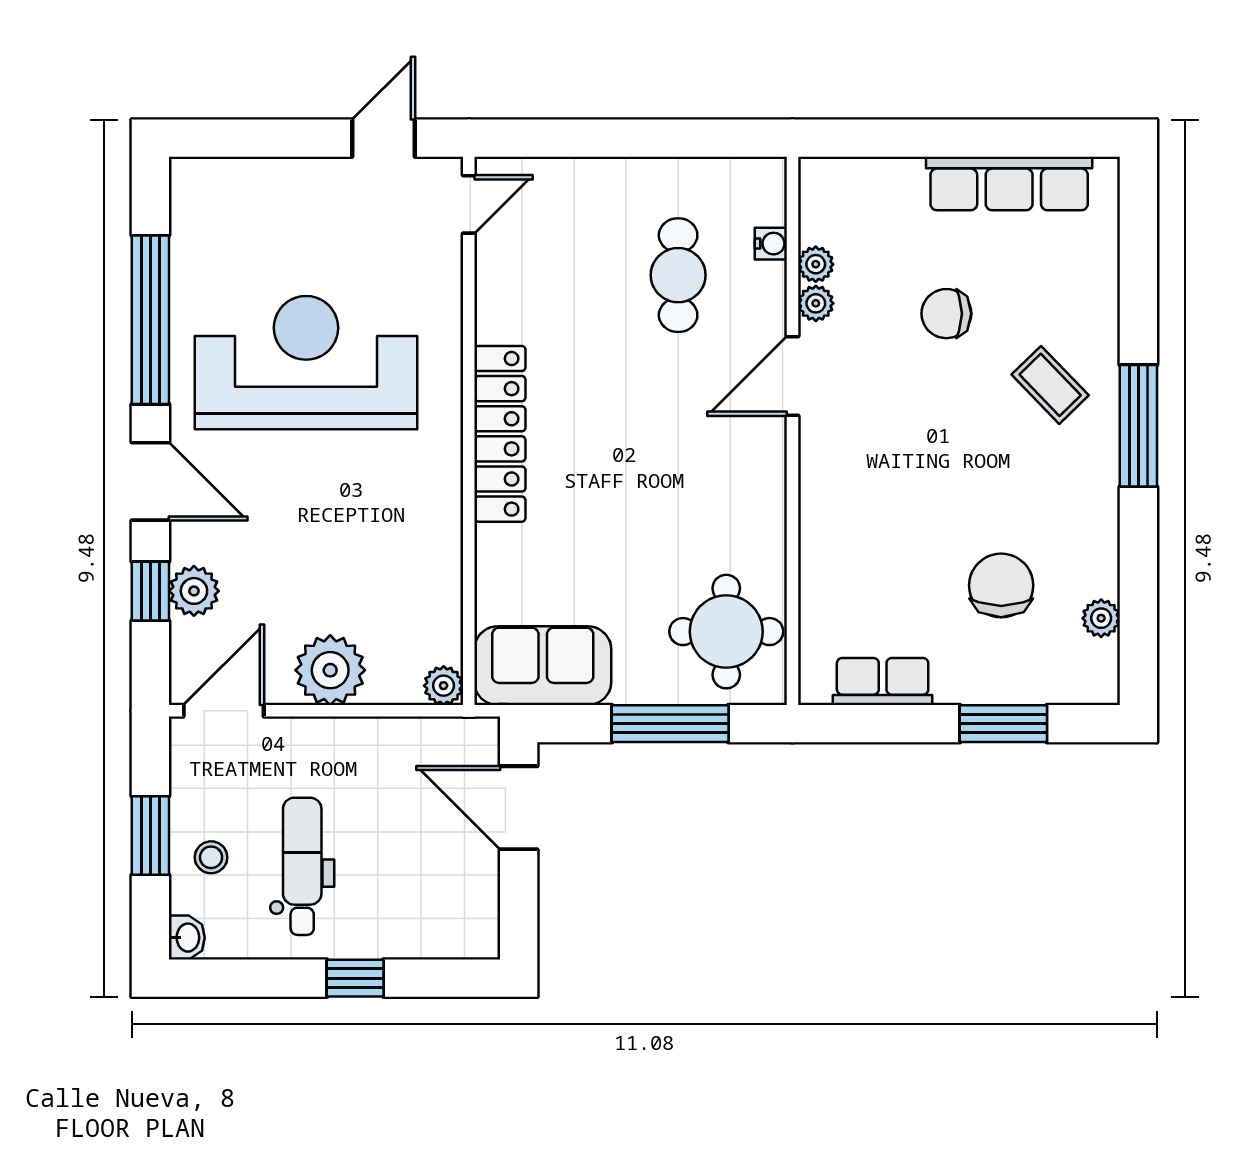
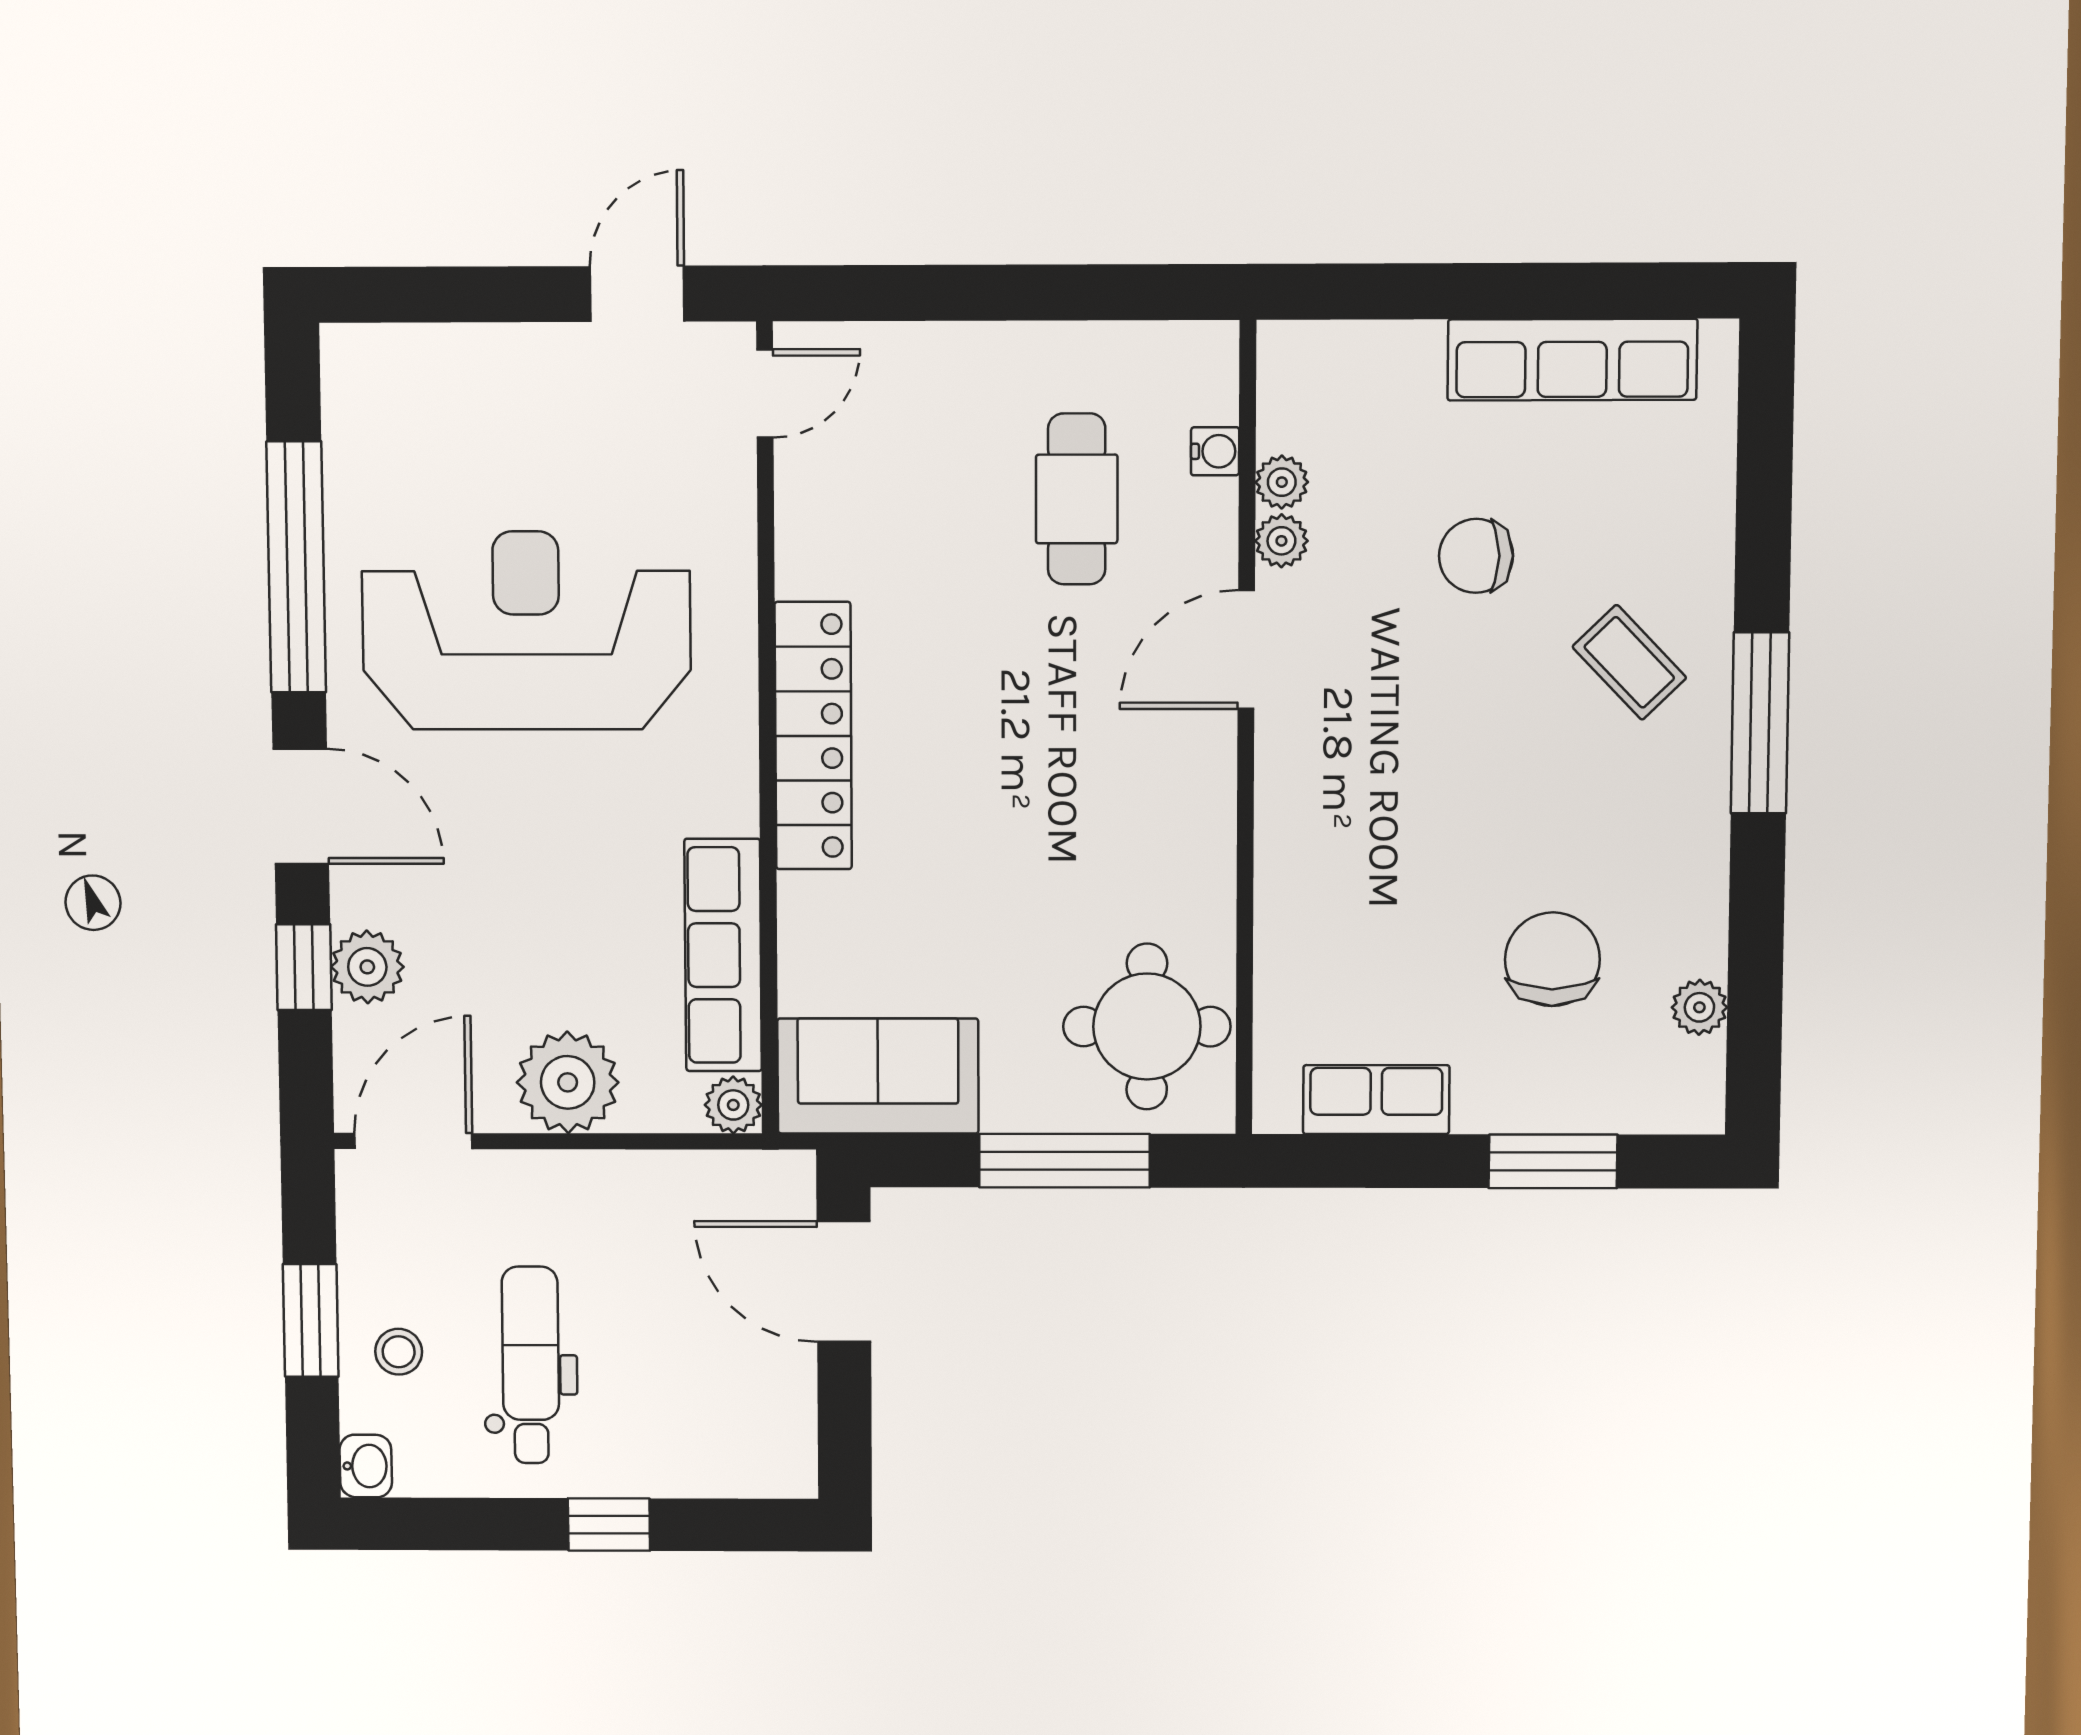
row of seats: (437, 583) -> (723, 955), added

